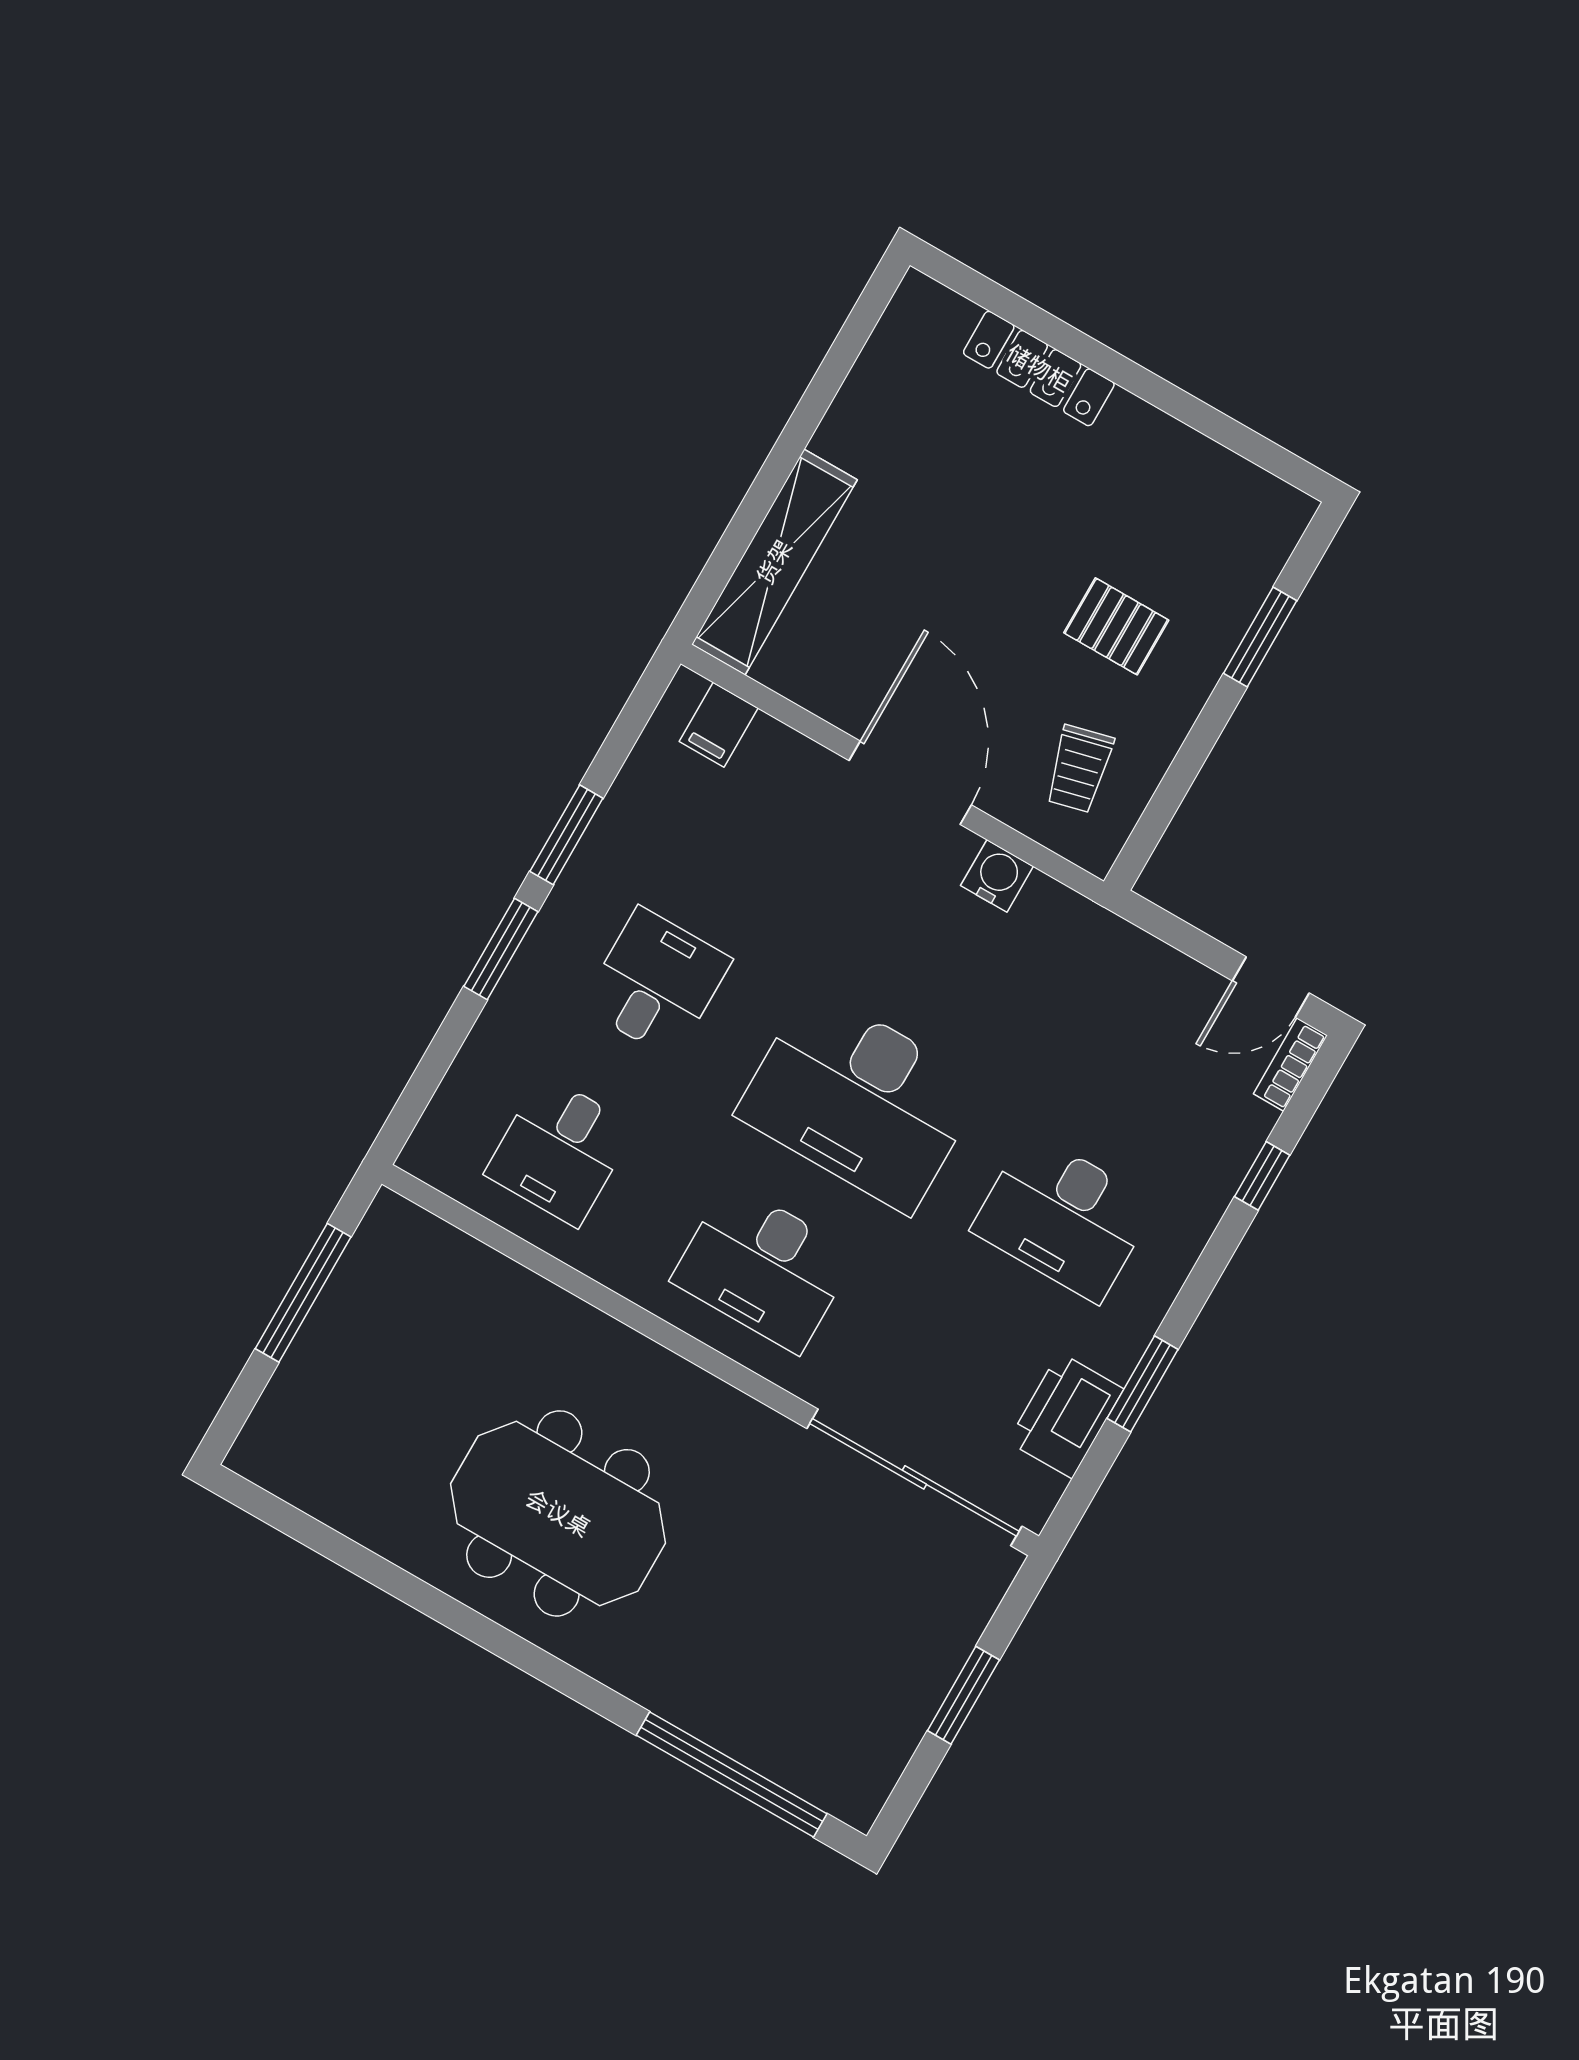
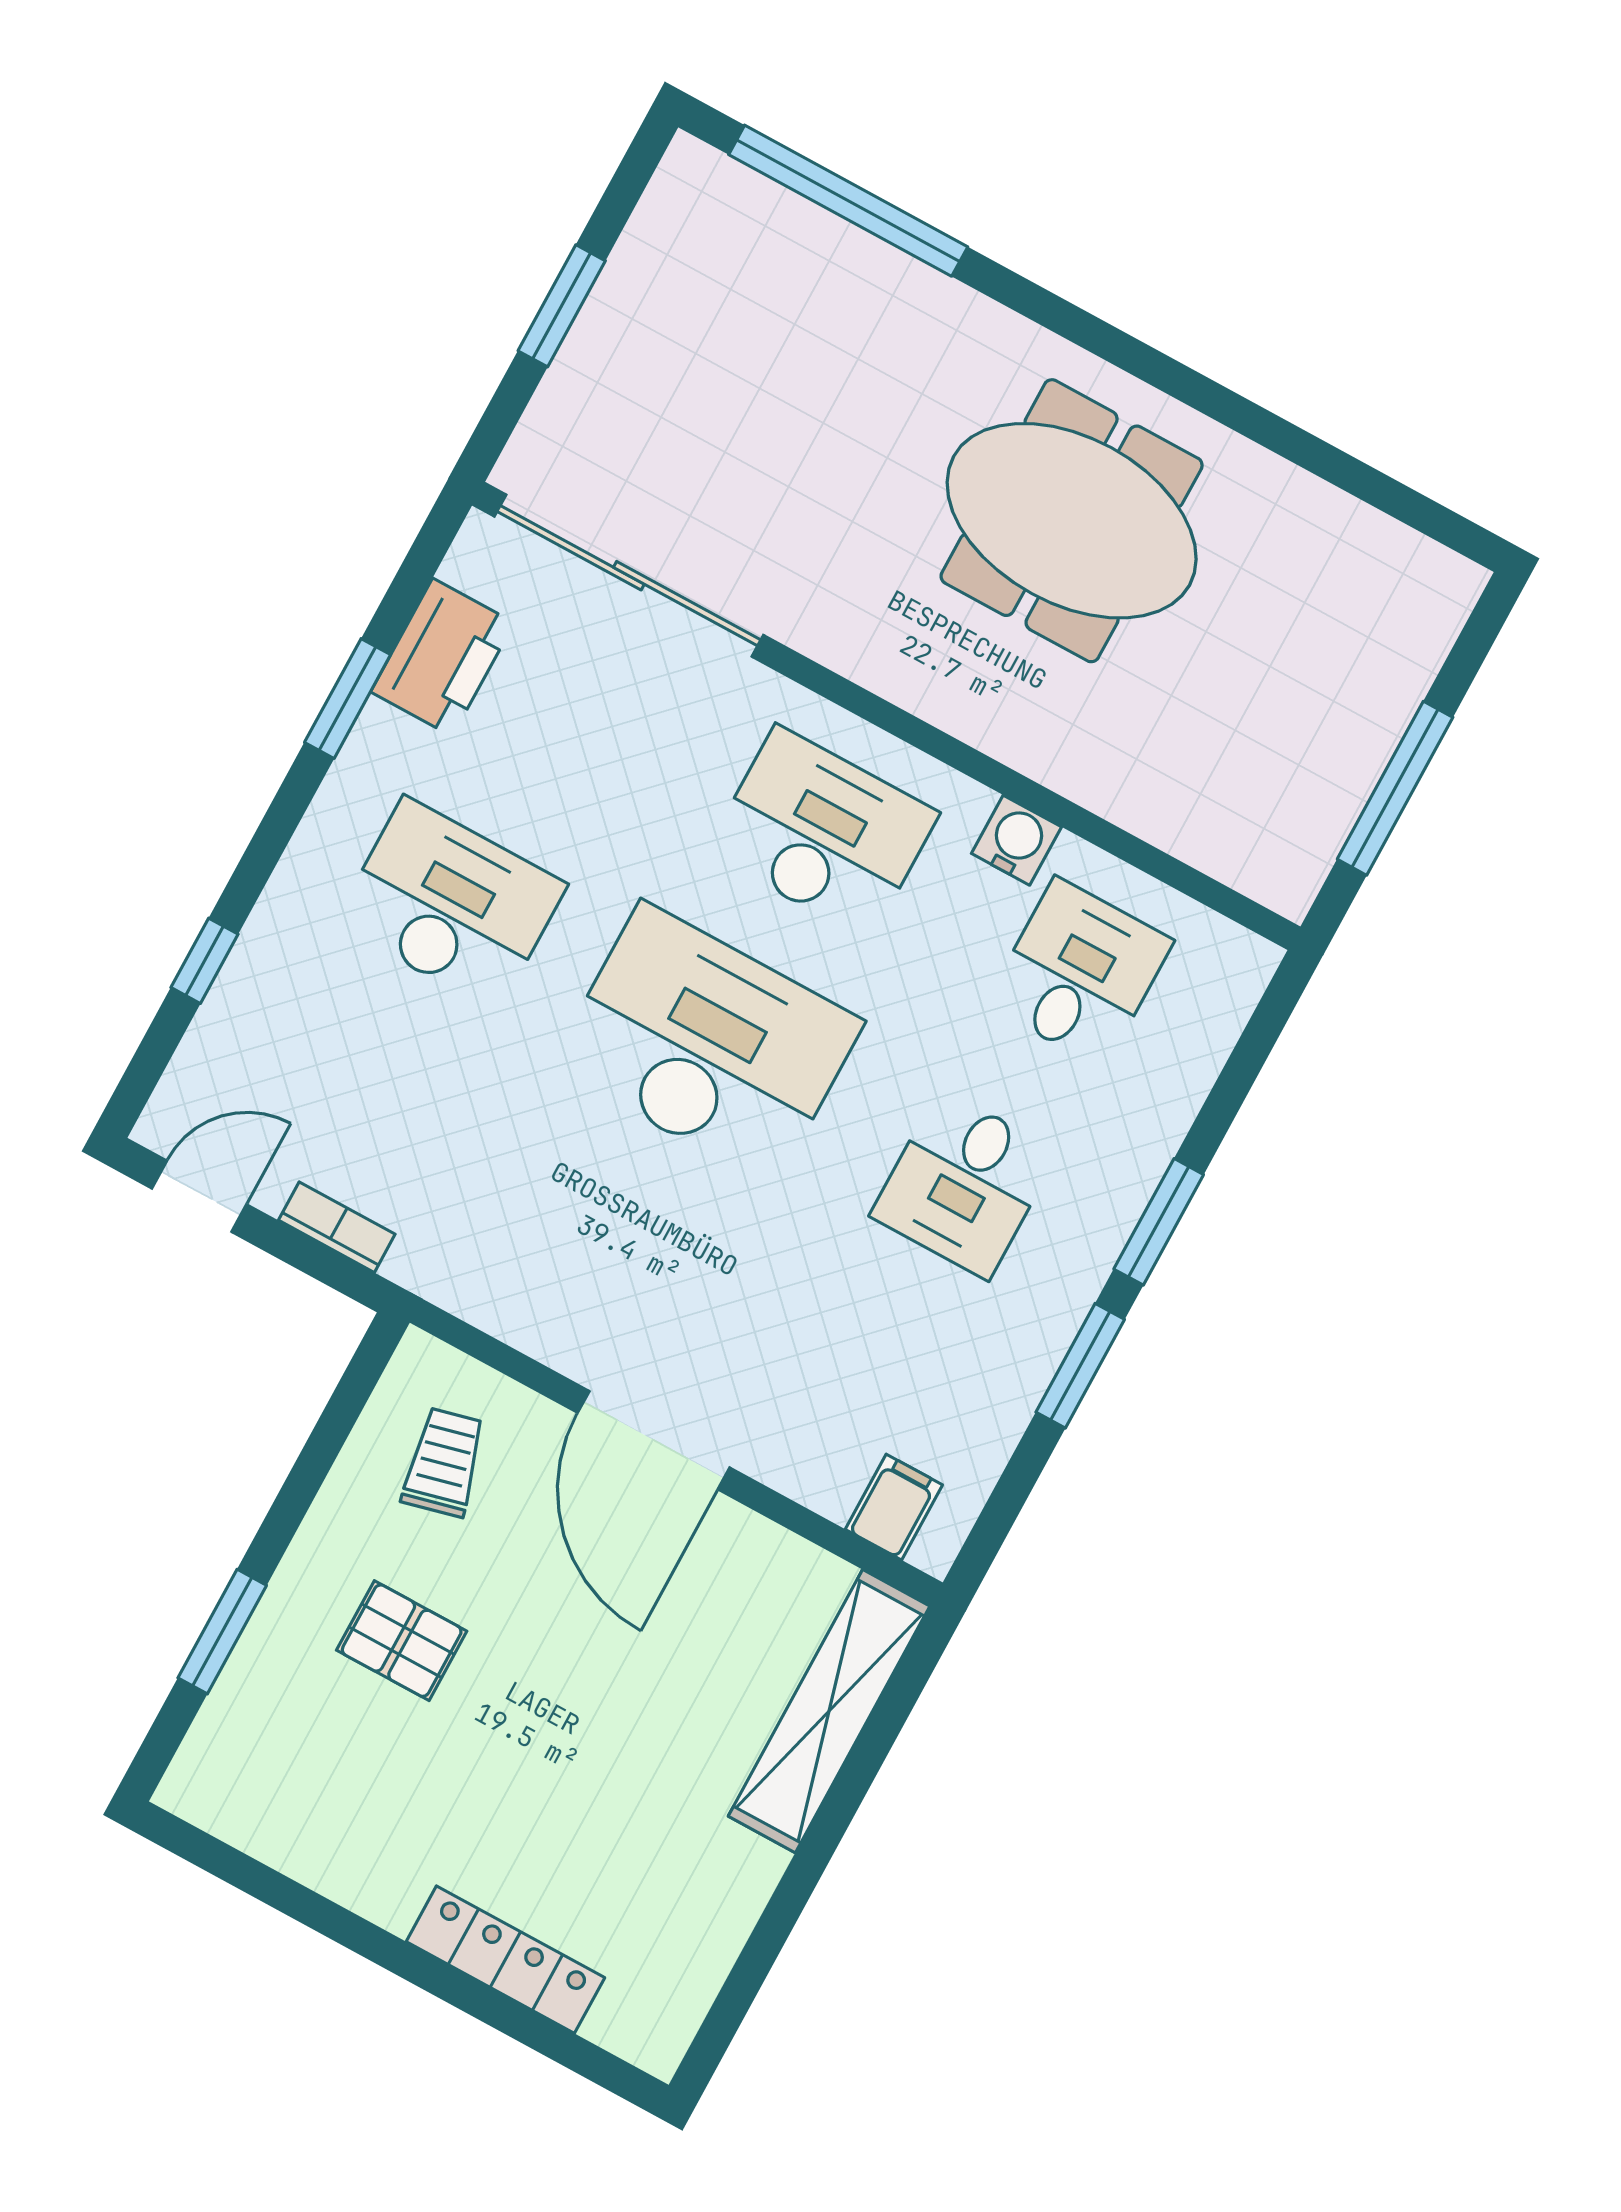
water cooler: (997, 876) -> (1016, 840), moved, turned 180
bookcase: (1290, 1064) -> (337, 1227), moved, turned -90

